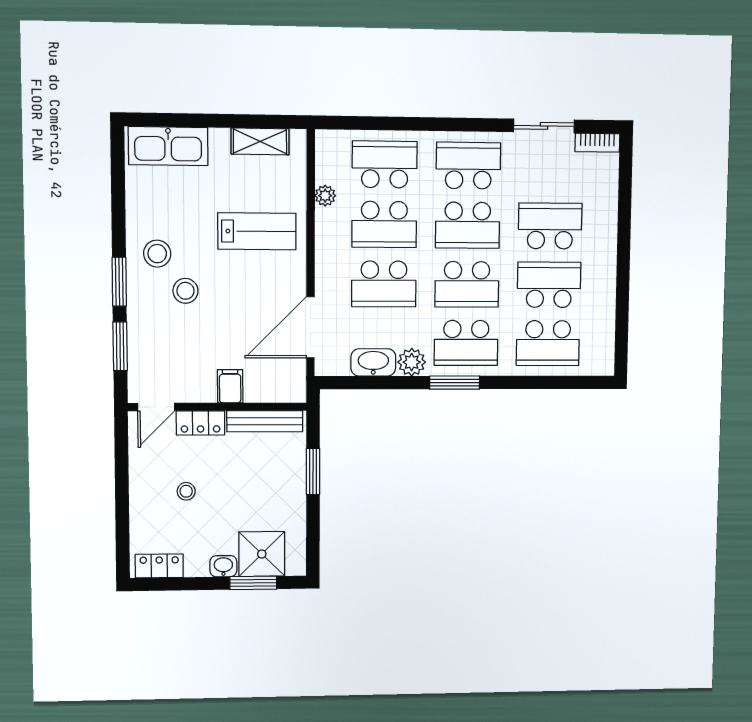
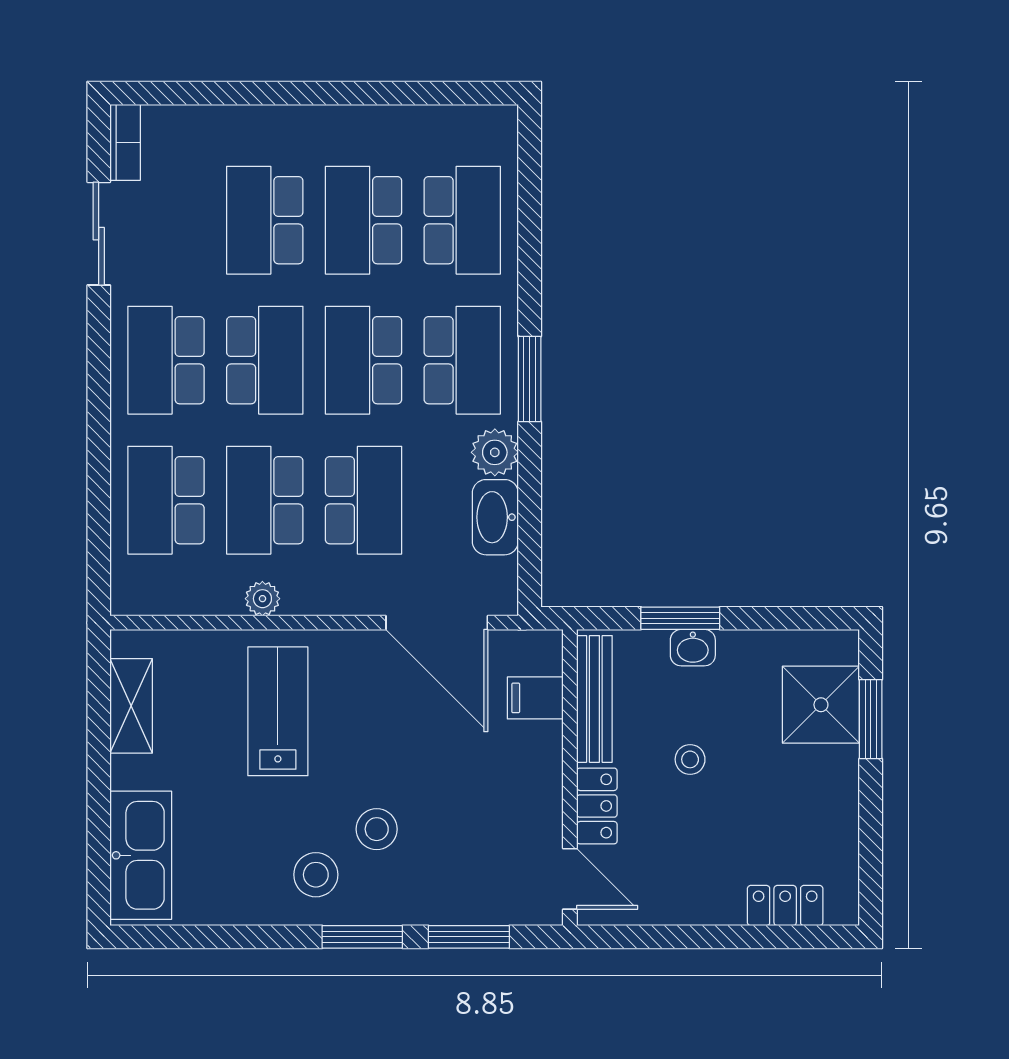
plant: (325, 196) -> (262, 599), moved
school desk: (384, 224) -> (265, 500), turned 180
school desk: (467, 284) -> (364, 360), turned 180
filing cabinet: (230, 386) -> (535, 698), moved
stool: (186, 491) -> (690, 759), moved
locker: (159, 566) -> (785, 906), moved, turned 90
washbasin: (223, 566) -> (693, 648), moved, turned -90

